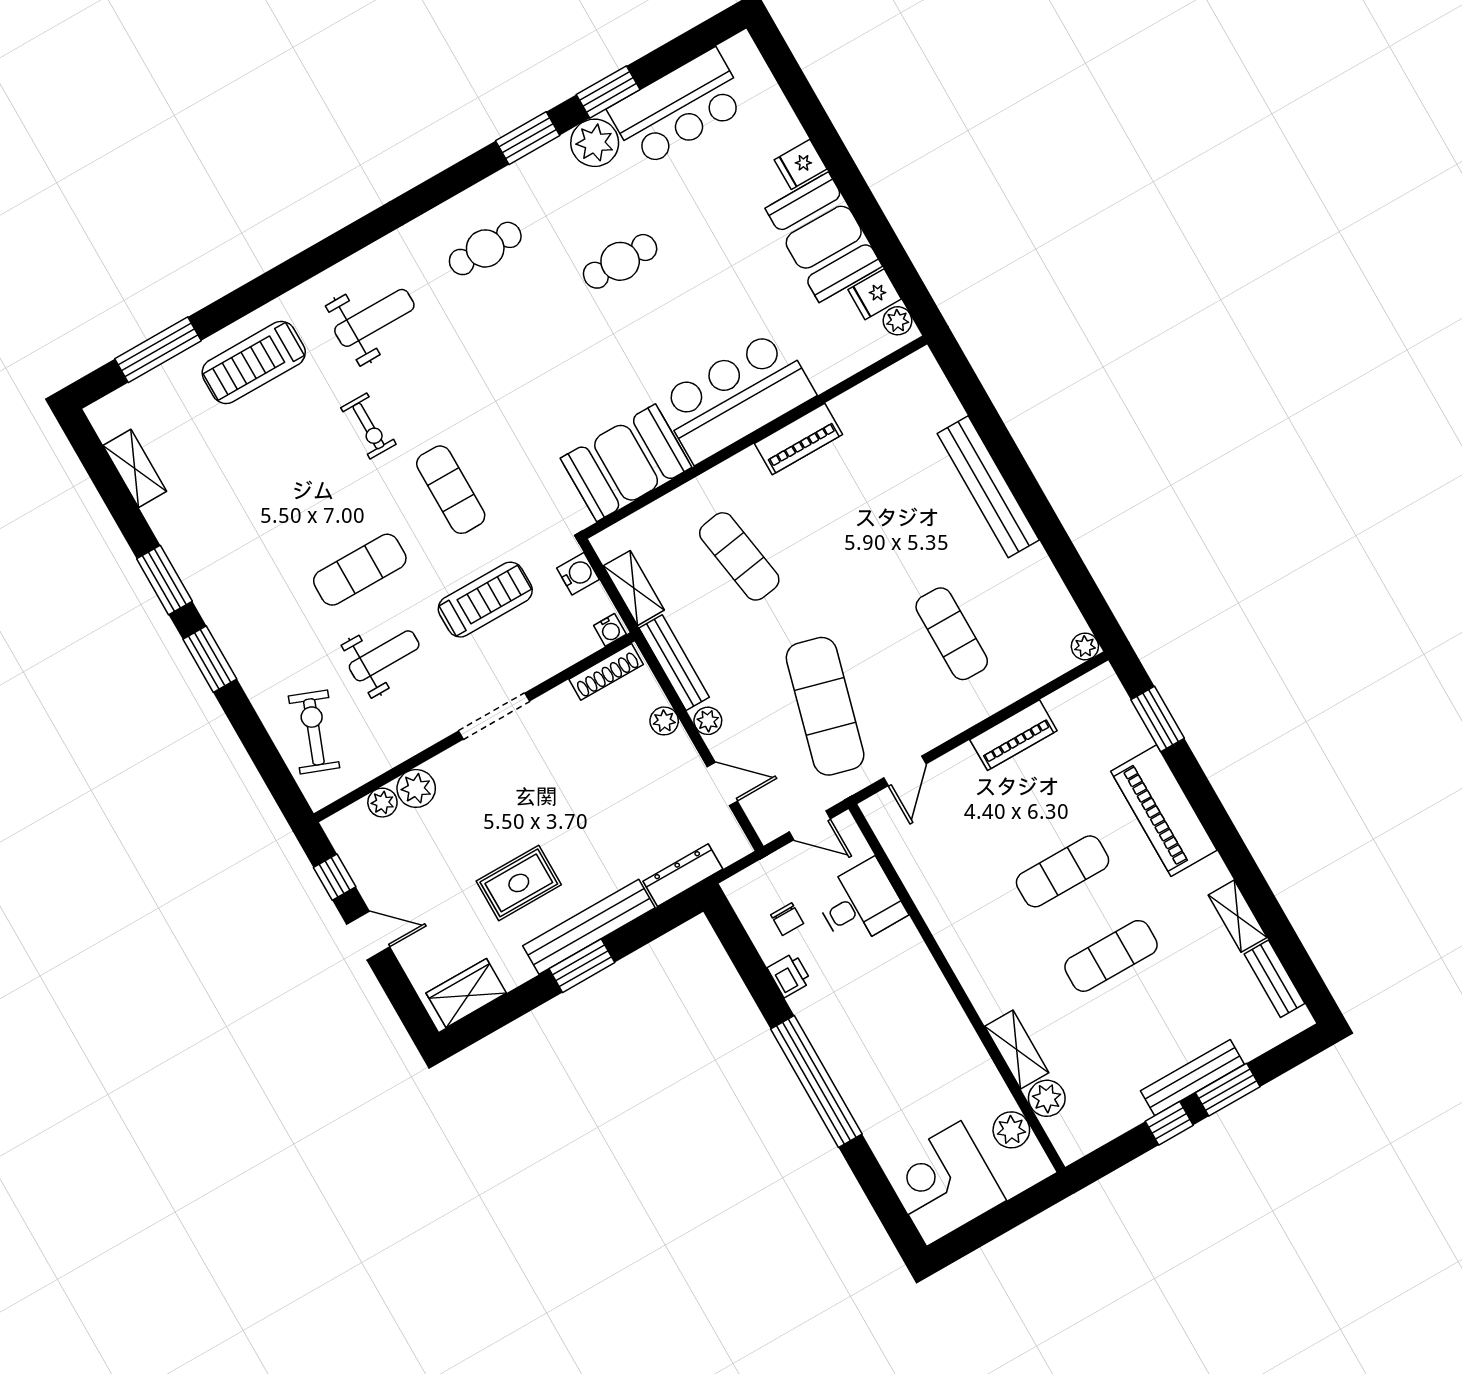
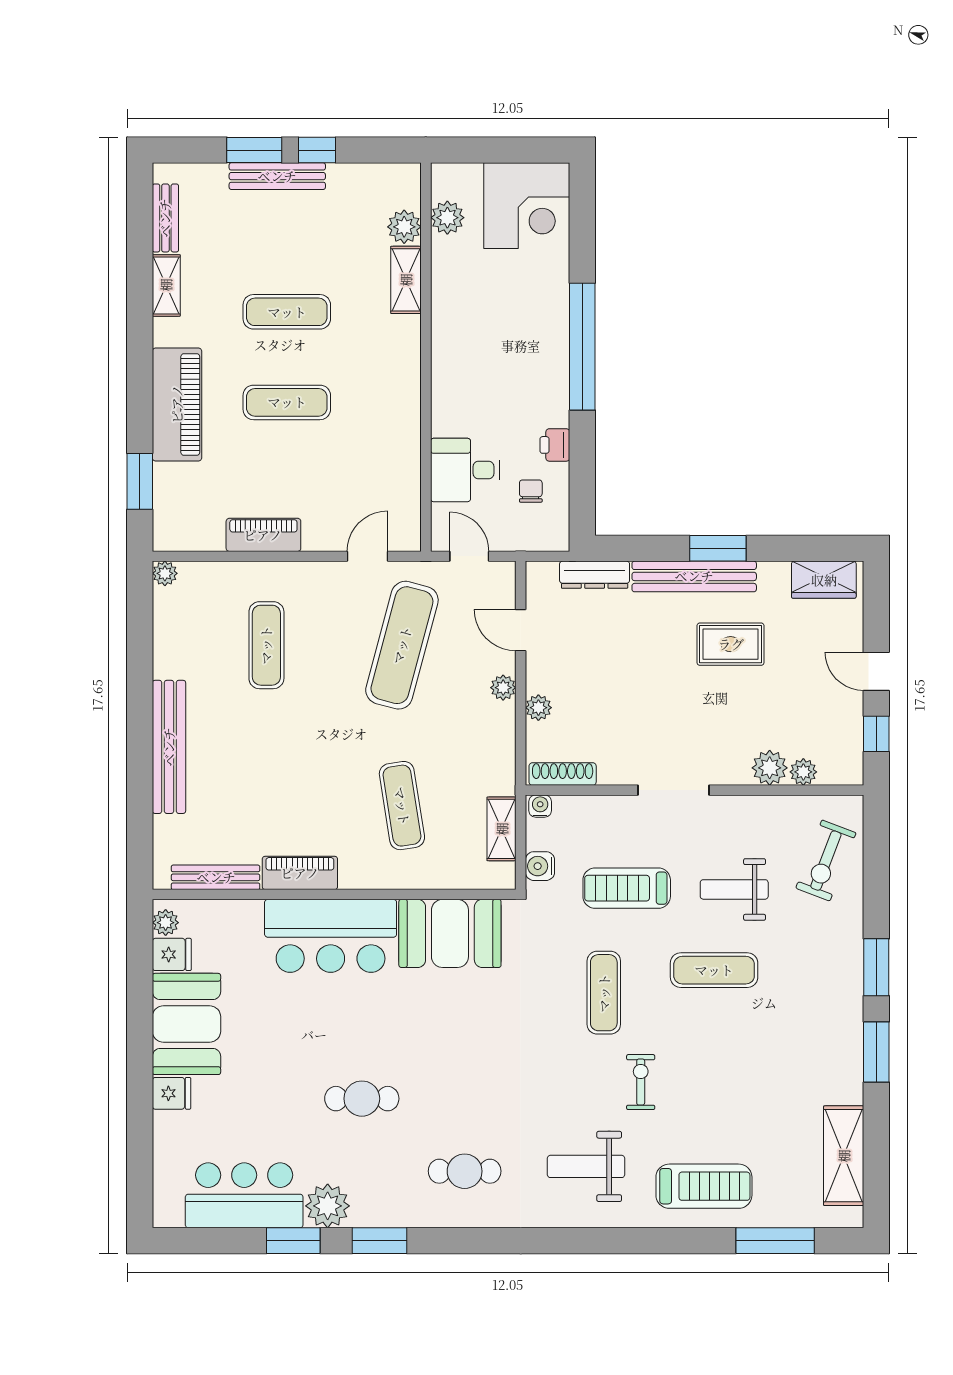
shelving: (135, 468) -> (844, 1156), width x1.50, depth x1.33
bench: (674, 663) -> (216, 877), moved, turned 90

